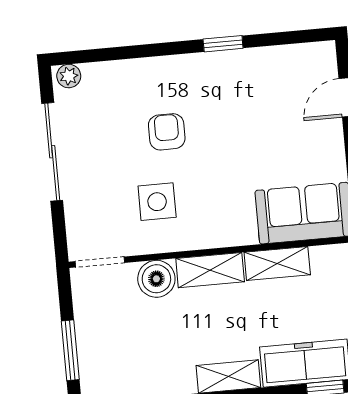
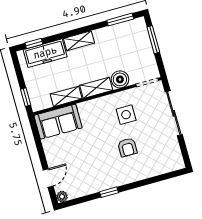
plant: (69, 76) -> (62, 196), moved
sliding door: (52, 152) -> (174, 113), moved

